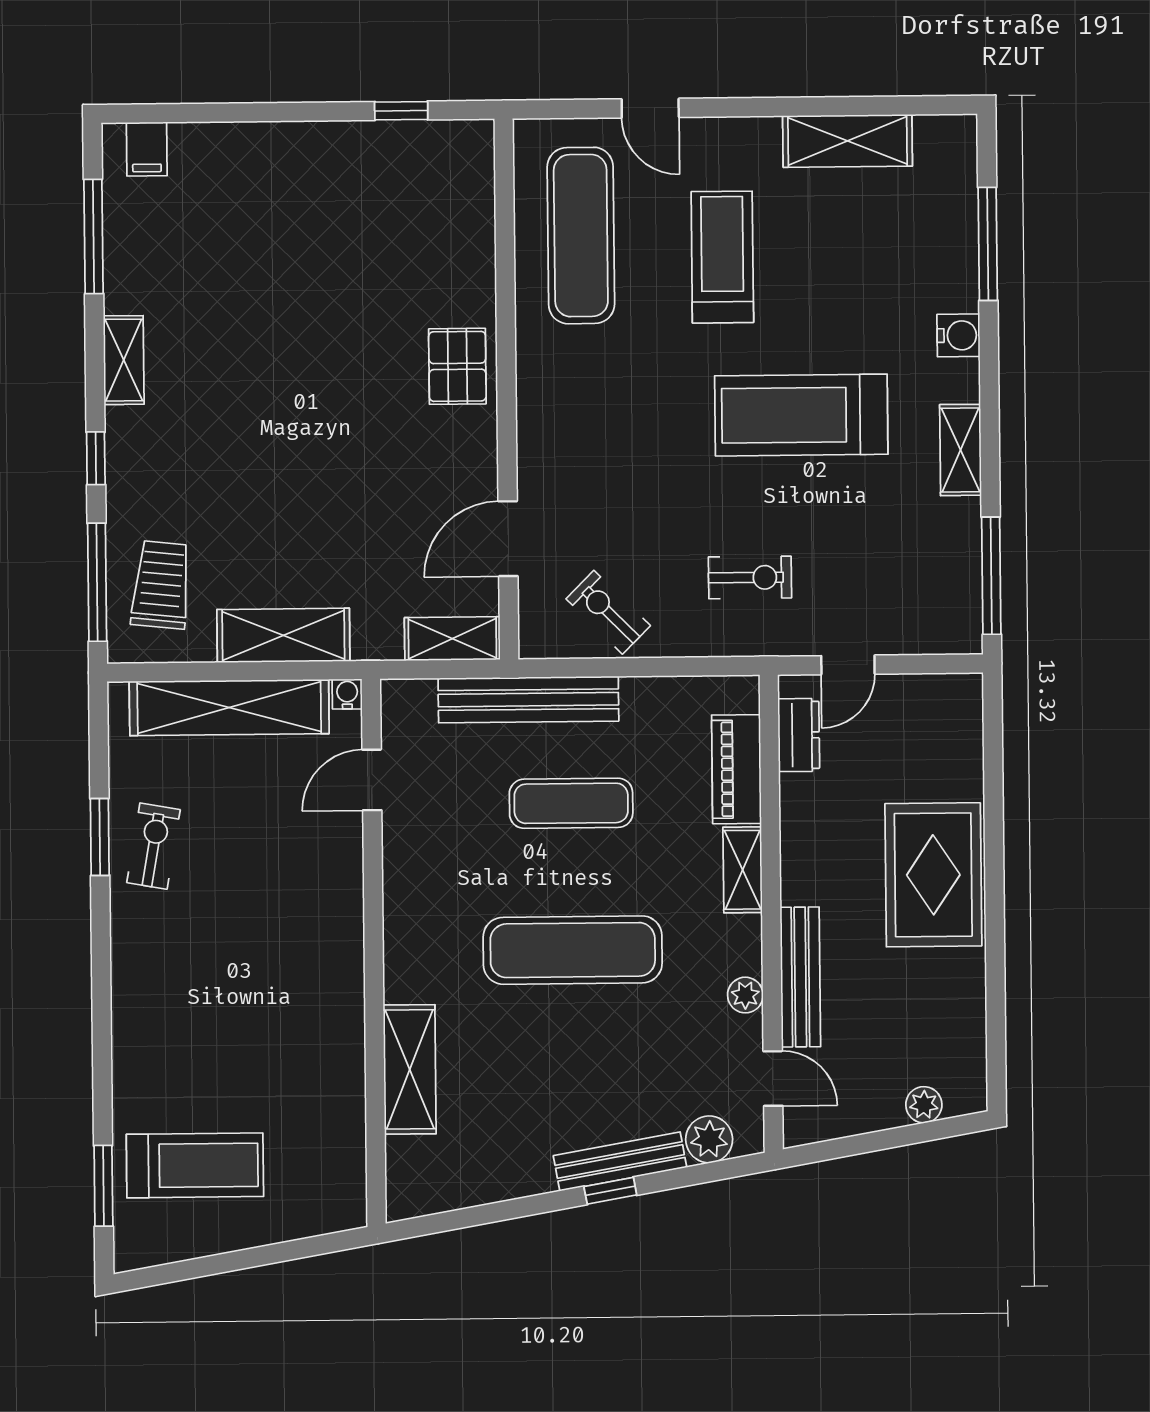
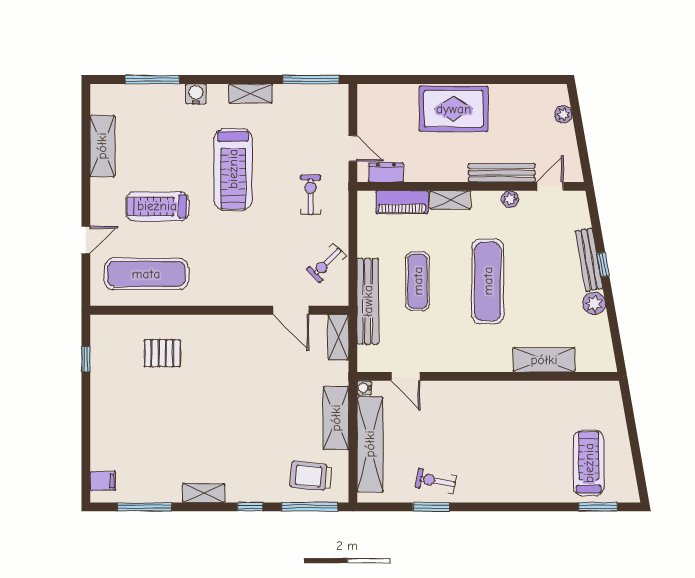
pallet: (457, 366) -> (162, 353), moved
plant: (709, 1139) -> (594, 303), moved

